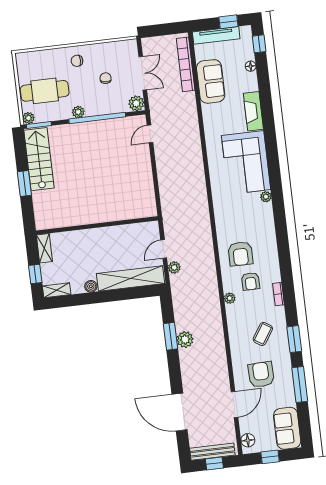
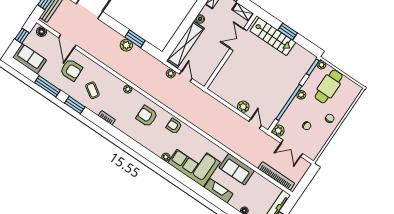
sofa: (211, 81) -> (237, 169), moved
stairs: (39, 159) -> (273, 37), moved
plant: (143, 162) -> (243, 107), added
double door: (78, 228) -> (238, 40), added
armchair: (251, 281) -> (174, 126), moved

